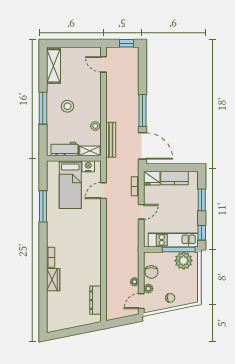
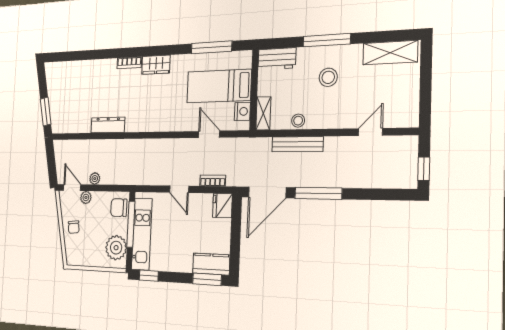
door: (103, 64) -> (370, 132), moved
bench: (111, 140) -> (298, 144), moved
workbench: (64, 149) -> (277, 59), moved, turned 90
kitchen counter: (175, 178) -> (211, 264), moved, turned 90
window: (202, 200) -> (207, 279), moved
window: (43, 206) -> (212, 47), moved
window: (179, 249) -> (131, 224), moved
chair: (151, 272) -> (119, 208), moved
wardrobe: (53, 280) -> (156, 65), moved
dresser: (95, 300) -> (108, 125), moved
window: (84, 329) -> (46, 112), added

